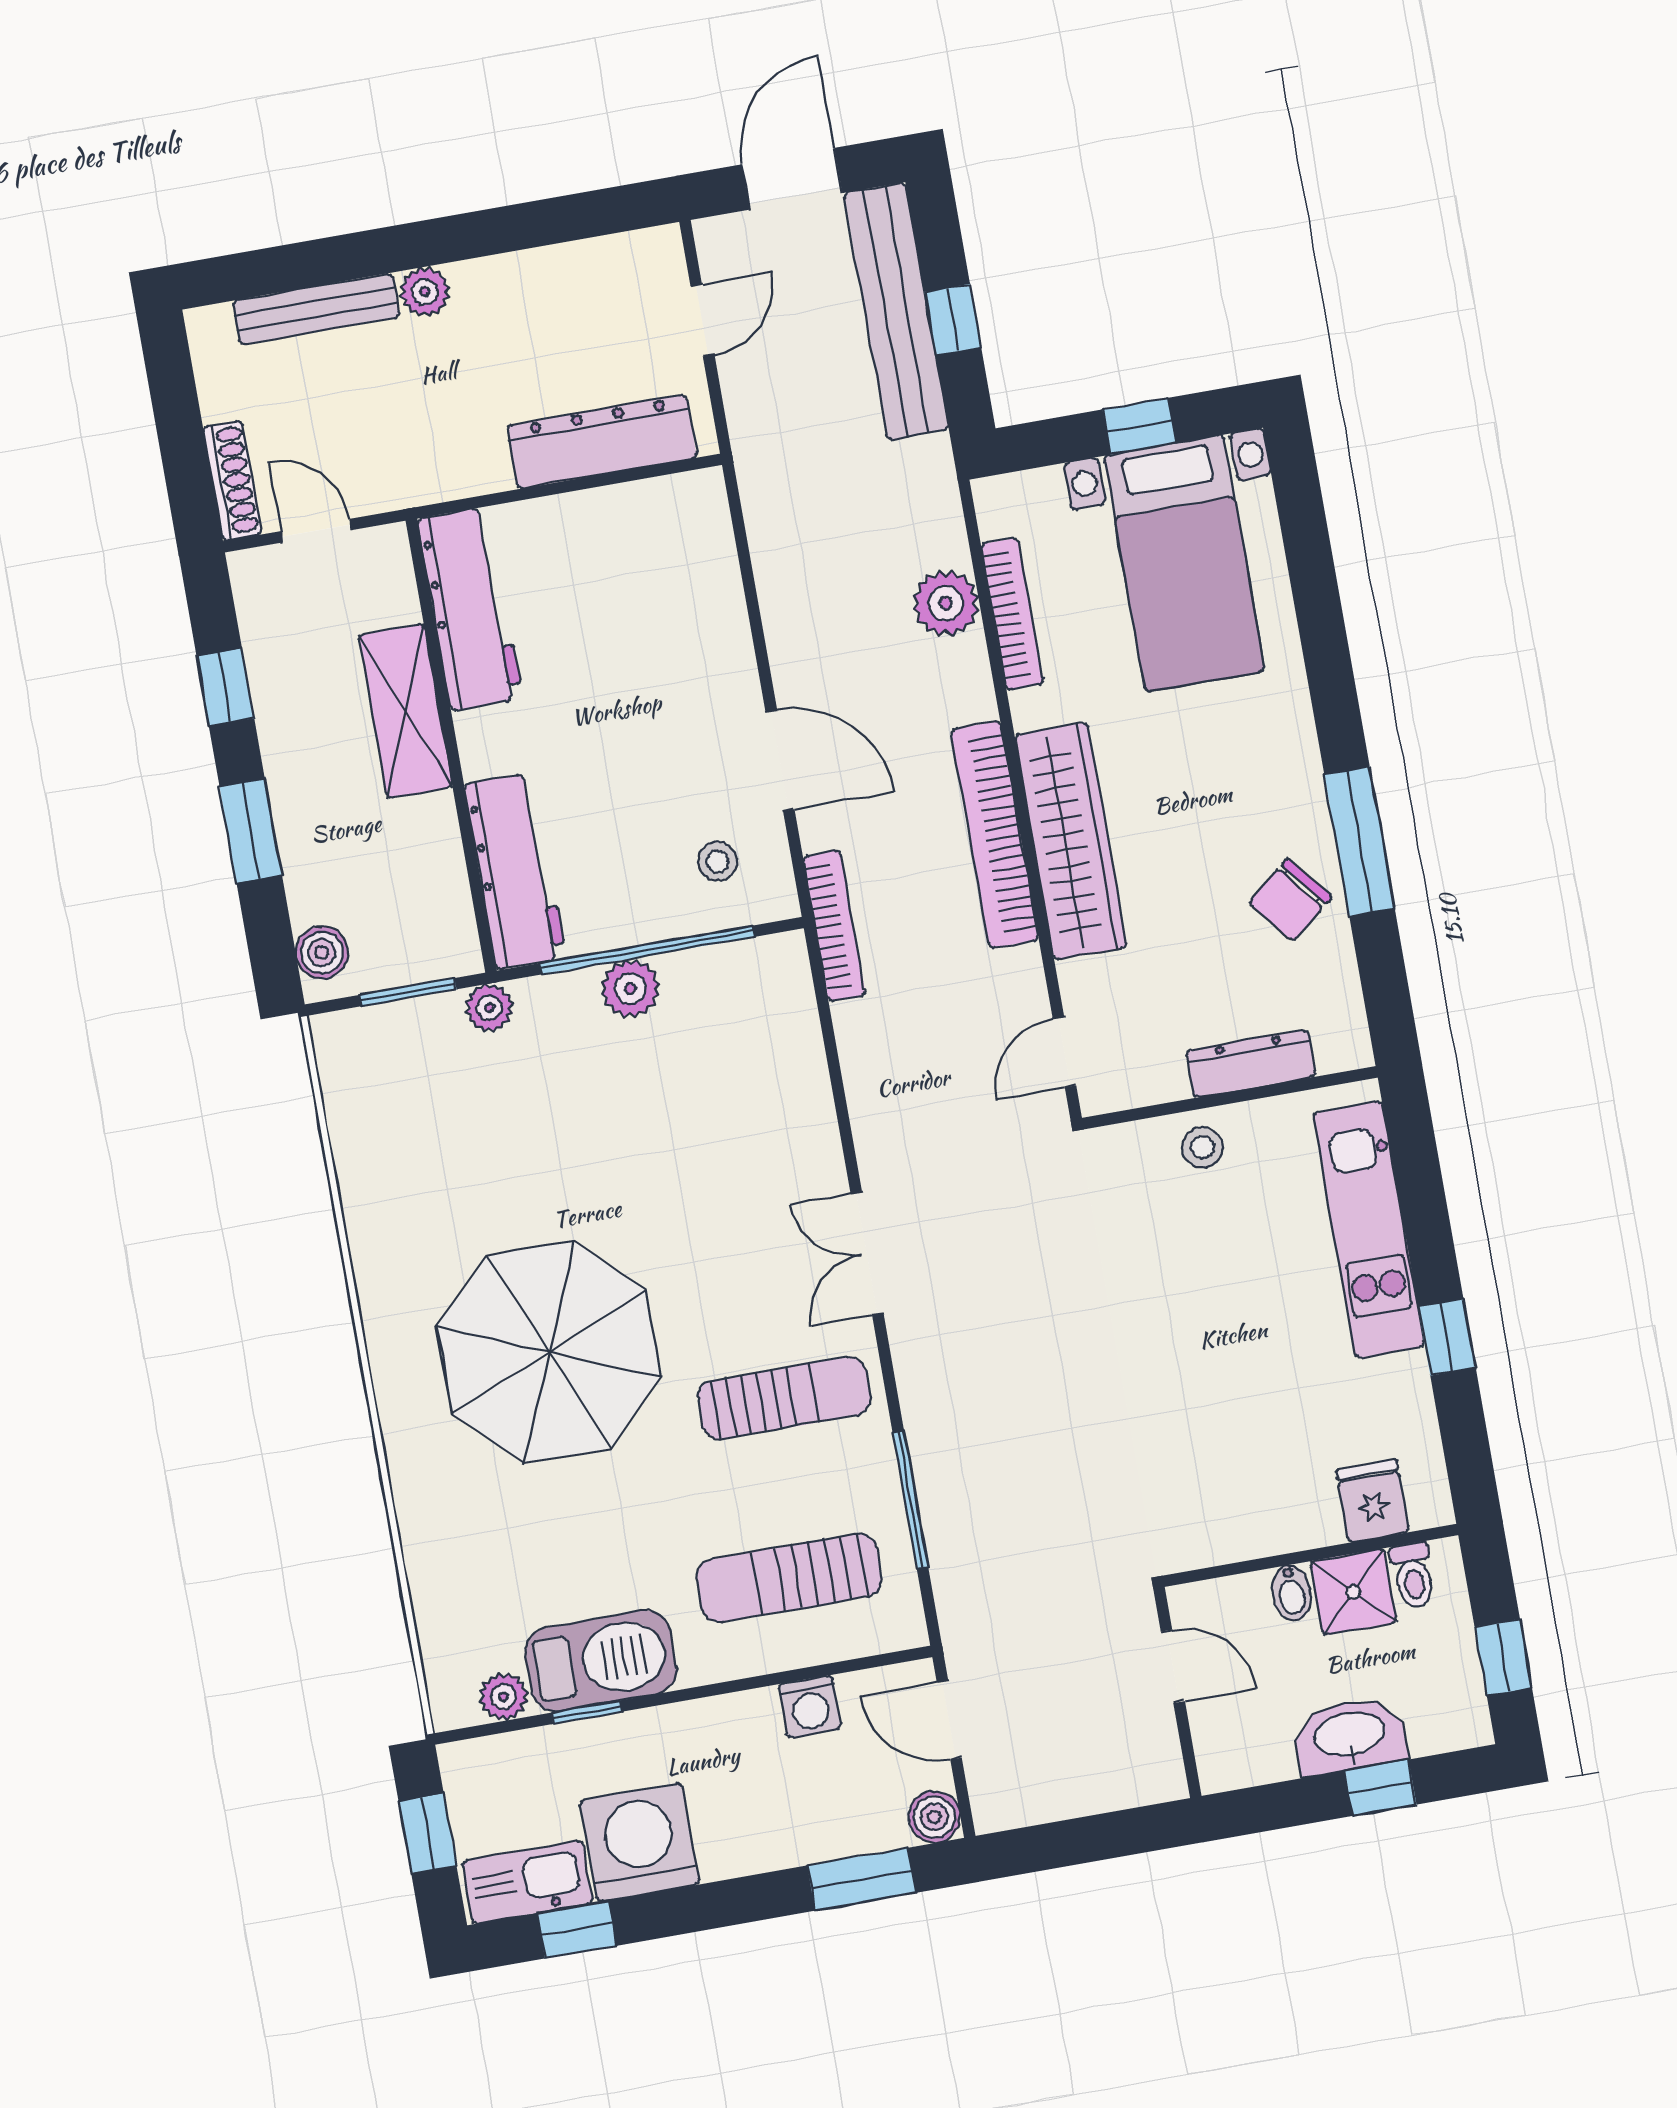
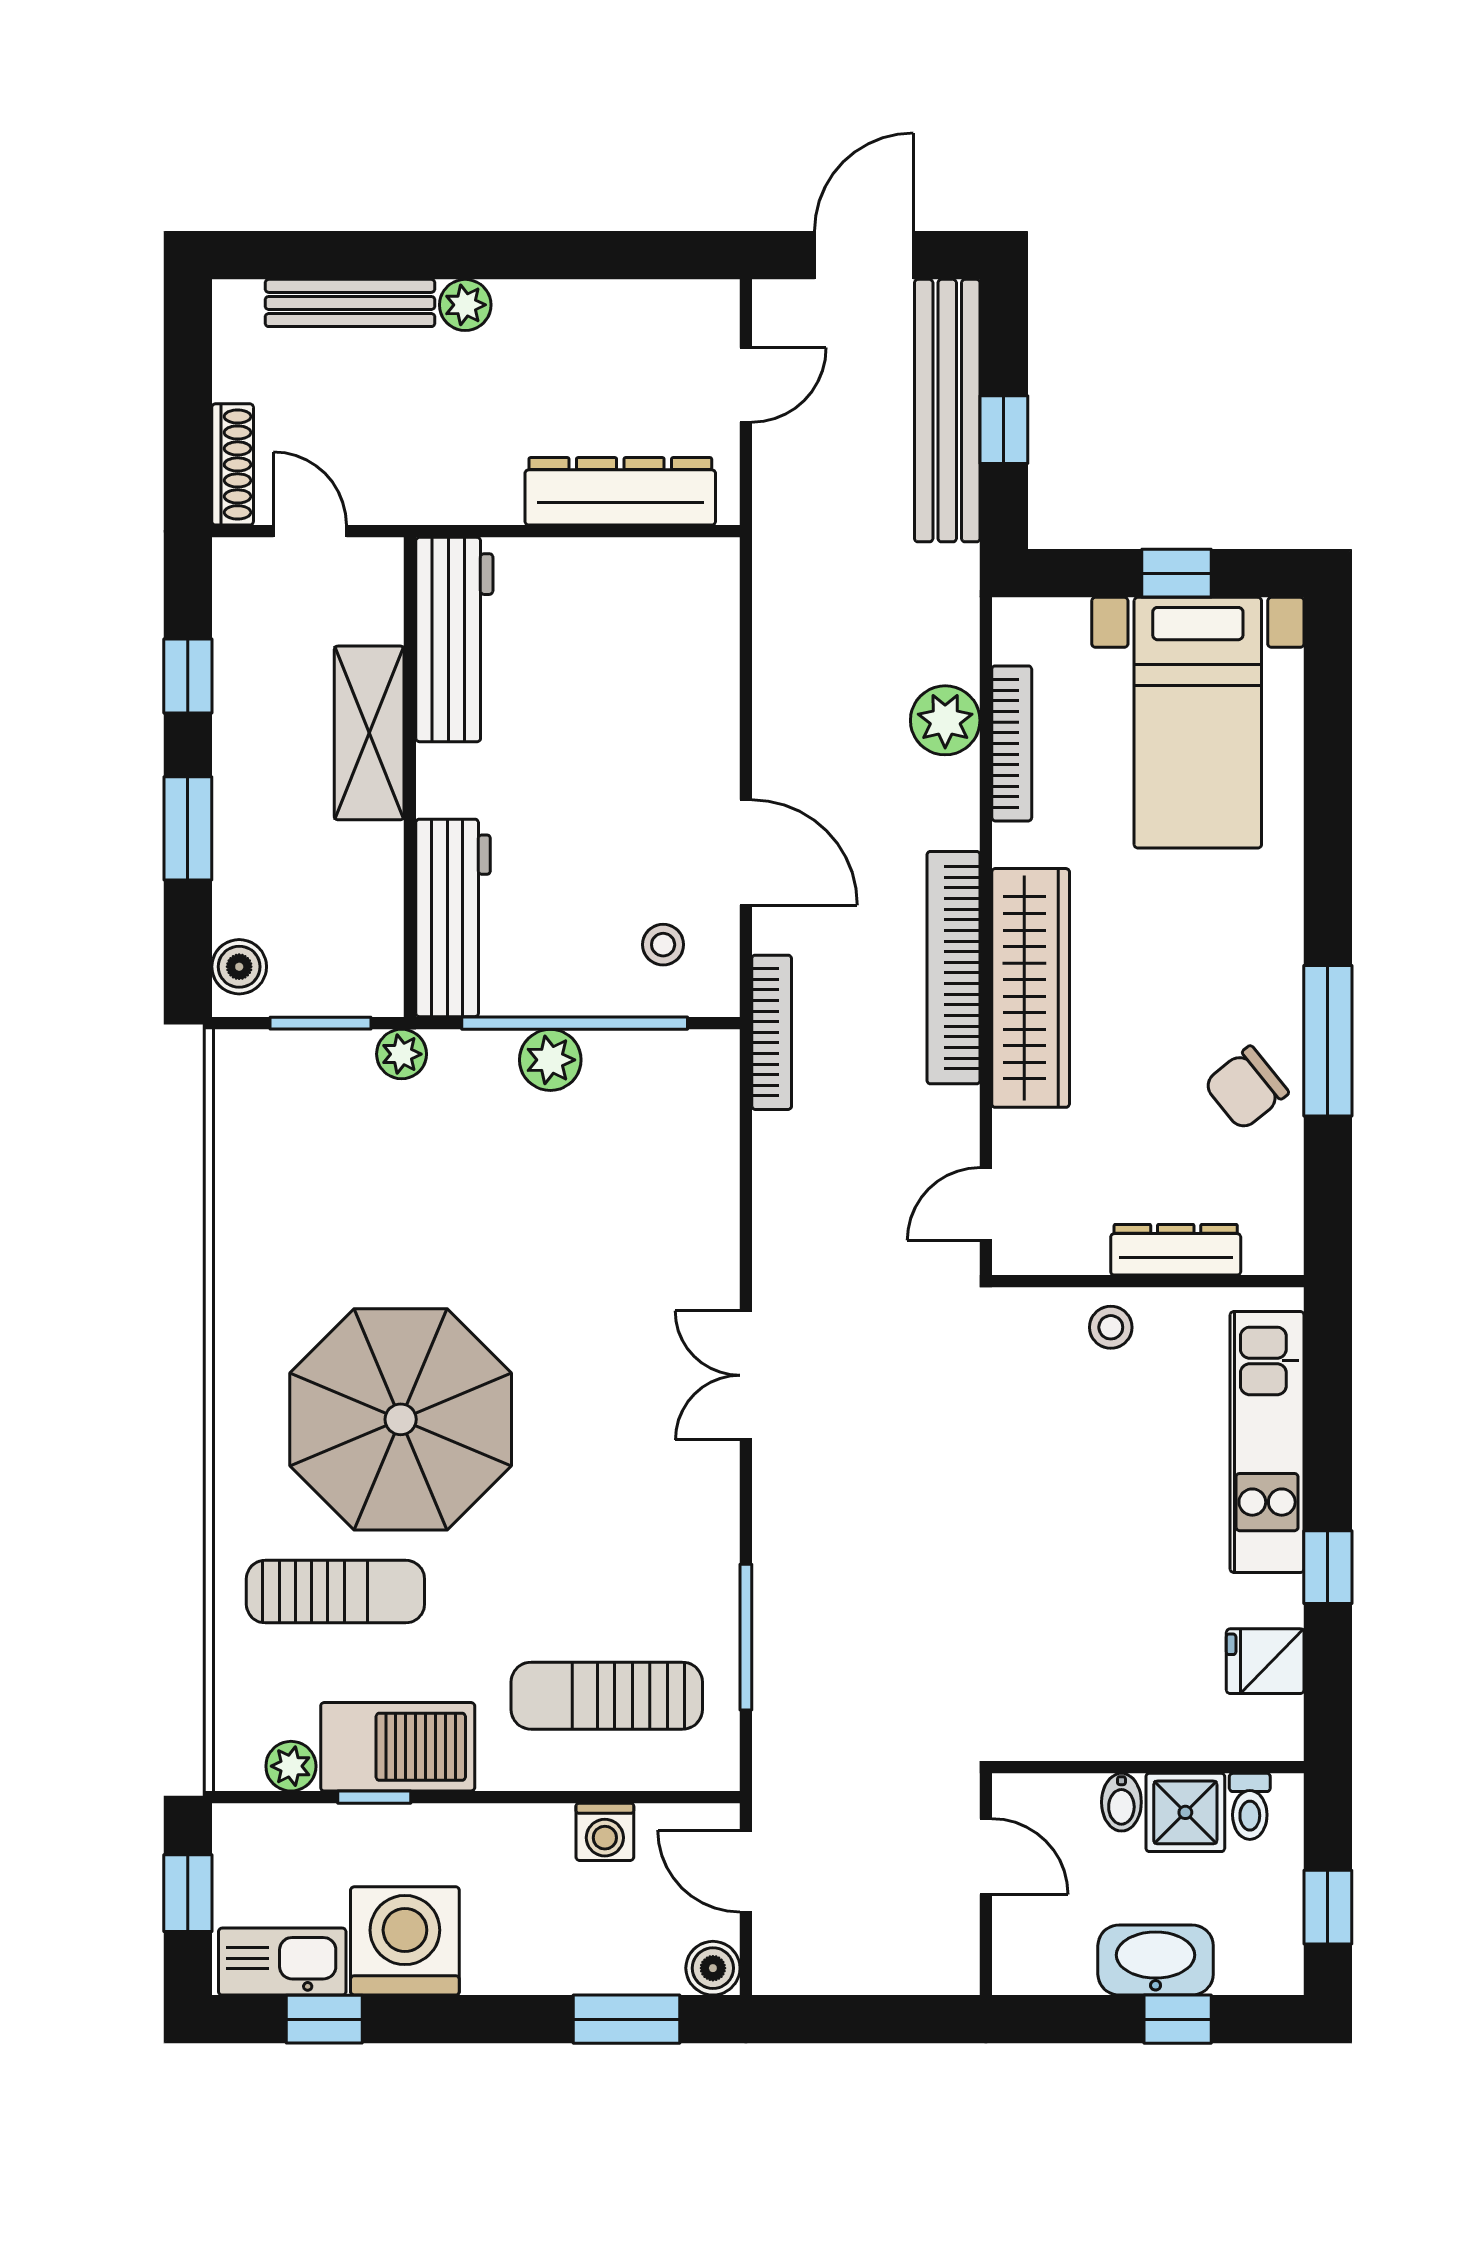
sun lounger: (784, 1398) -> (335, 1592), moved
fridge: (1373, 1501) -> (1265, 1661), moved, turned -90

